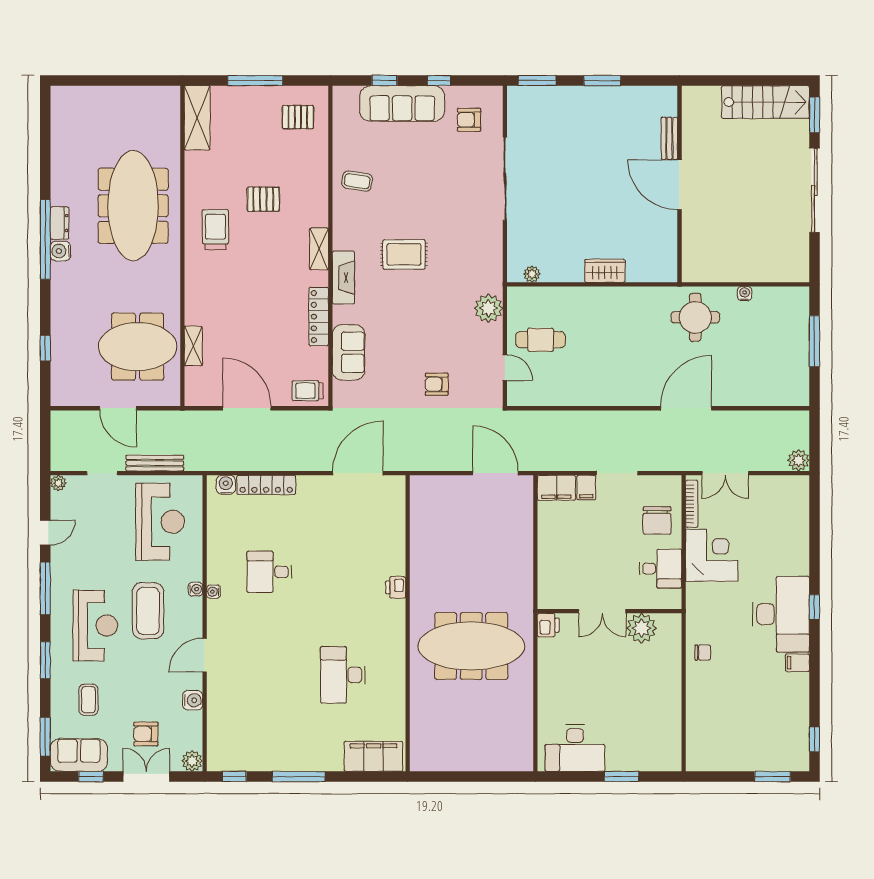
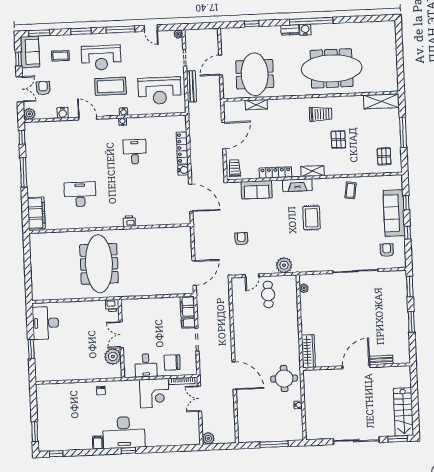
dresser: (59, 223) -> (290, 30), moved
wardrobe: (605, 271) -> (308, 351), moved, width x1.50
water cooler: (226, 485) -> (183, 170), moved

